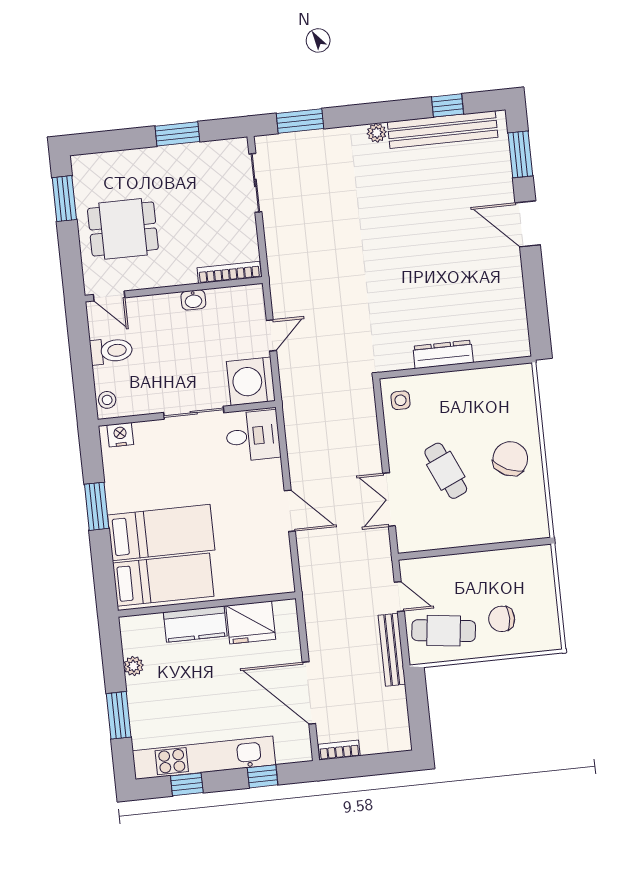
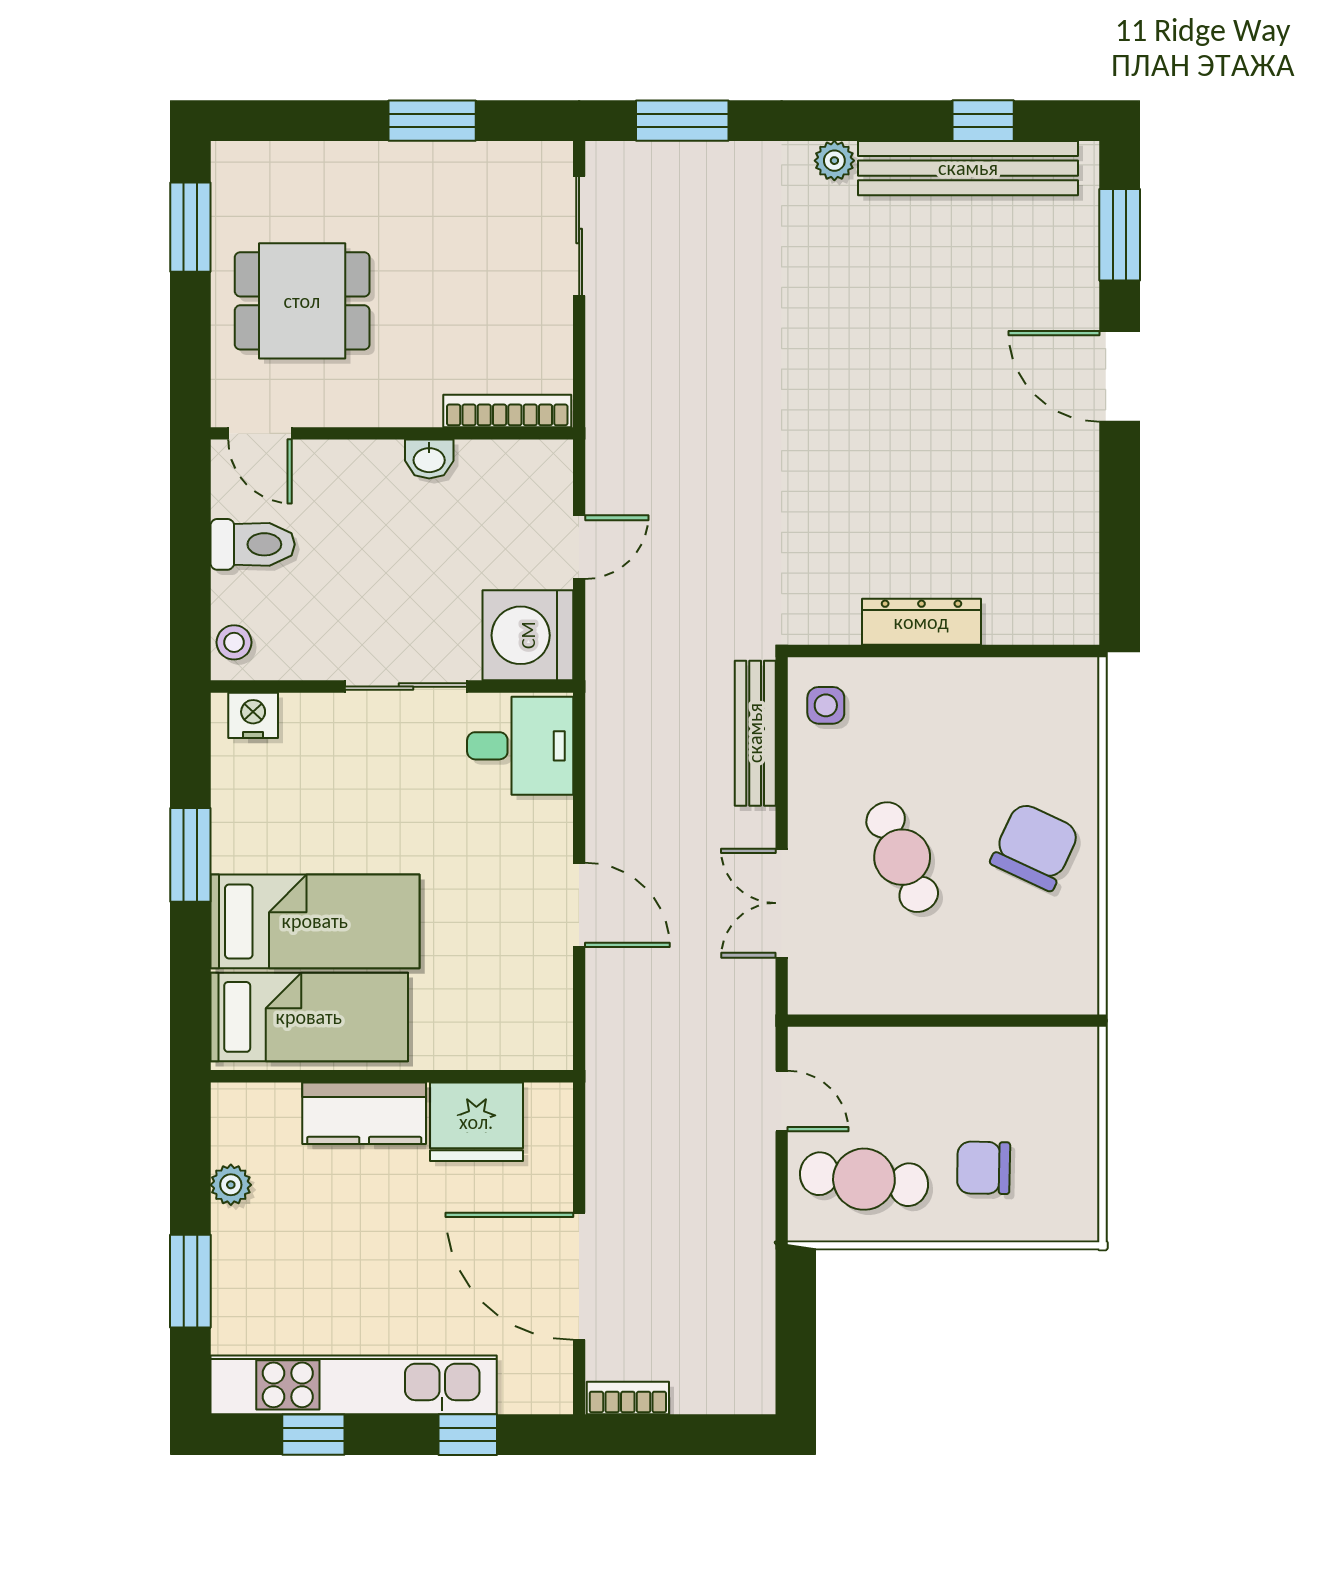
bench: (392, 650) -> (755, 733), moved

